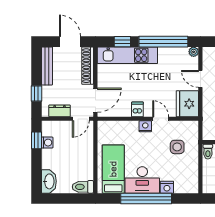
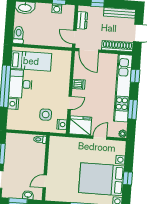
window: (163, 42) -> (133, 109), width x0.47
kitchen unit: (127, 55) -> (123, 88), width x1.36
nightstand: (145, 126) -> (62, 125), moved

